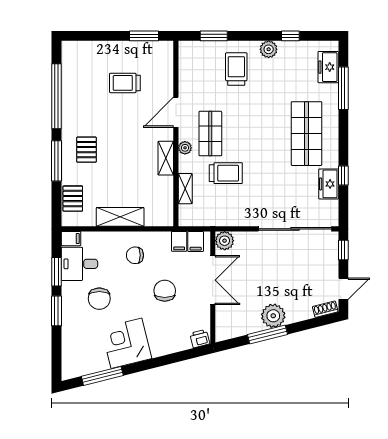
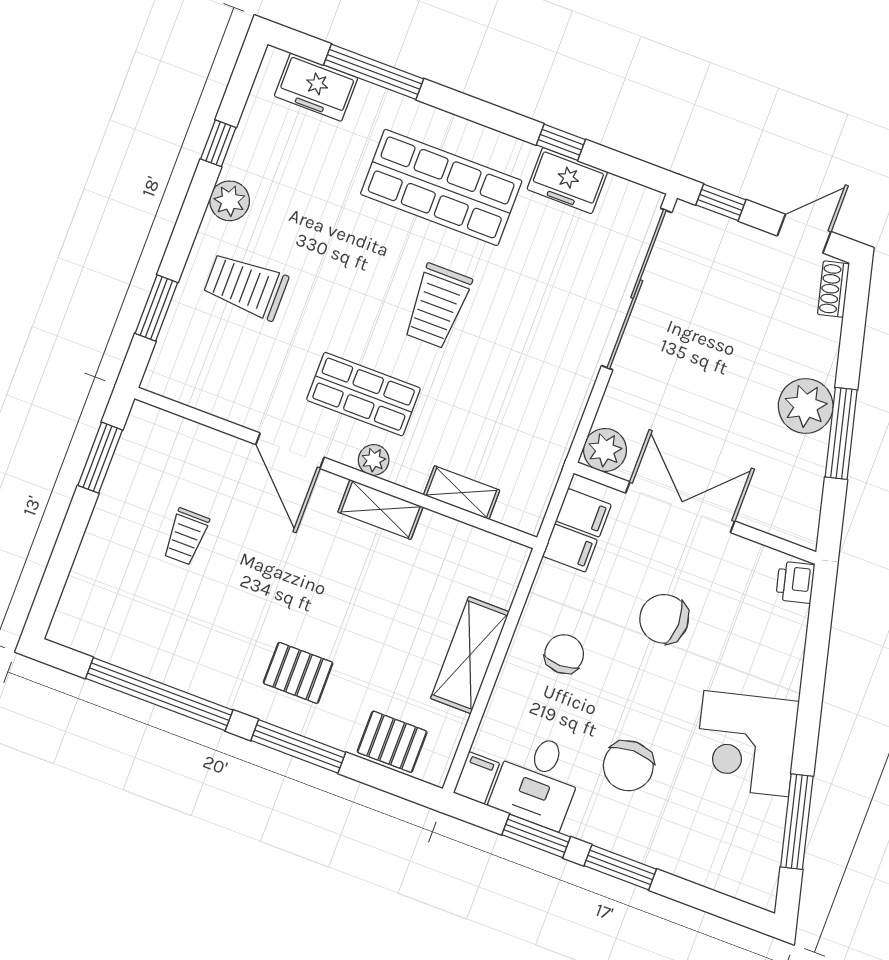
trolley: (125, 83) -> (186, 537), width x0.73, depth x0.72
trolley: (226, 173) -> (437, 306), moved, turned 180
chair: (135, 255) -> (564, 654), turned 180
door: (343, 289) -> (804, 234), hinge flipped
chair: (99, 299) -> (628, 766), turned 90

